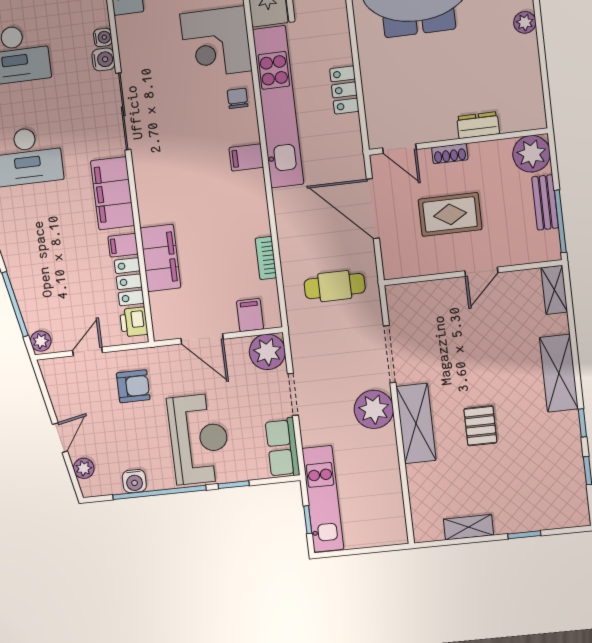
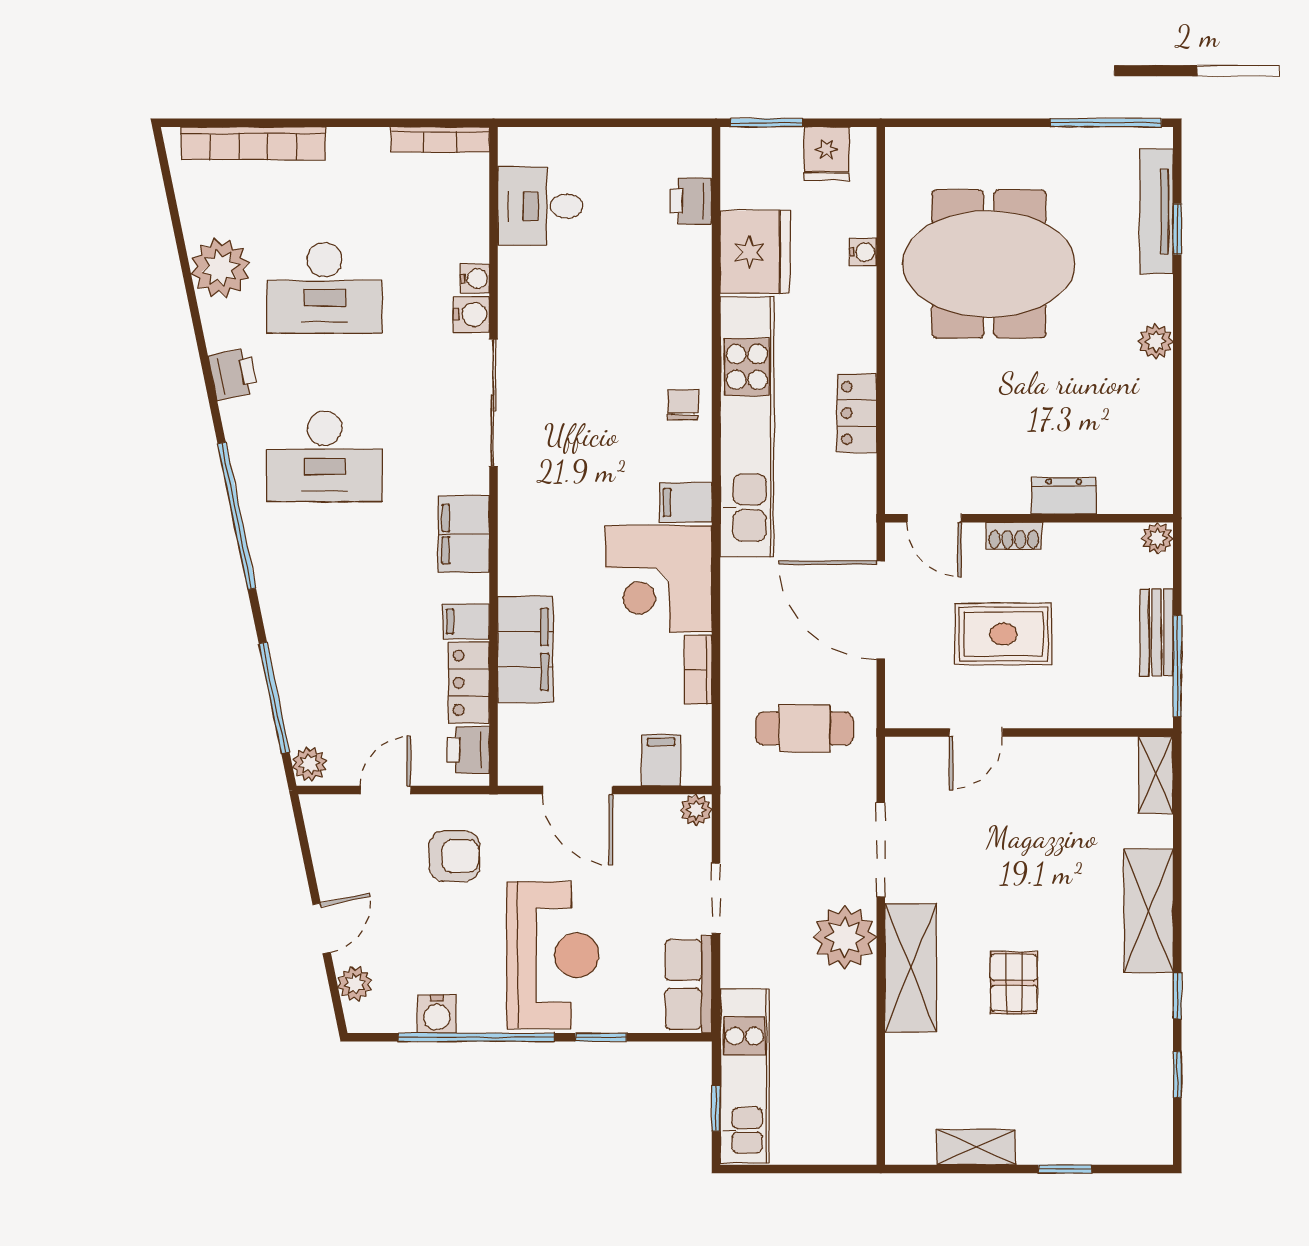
corner desk: (216, 42) -> (658, 579), moved
plant: (531, 154) -> (1157, 538), width x0.53, depth x0.53
filing cabinet: (113, 193) -> (464, 534), width x0.67, depth x0.86
door: (481, 272) -> (976, 732), moved
plant: (267, 352) -> (696, 810), width x0.53, depth x0.53

